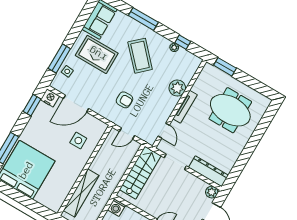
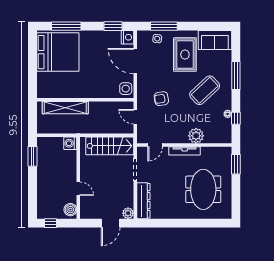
armchair: (124, 100) -> (161, 99), turned 81
side table: (78, 141) -> (126, 89), moved

